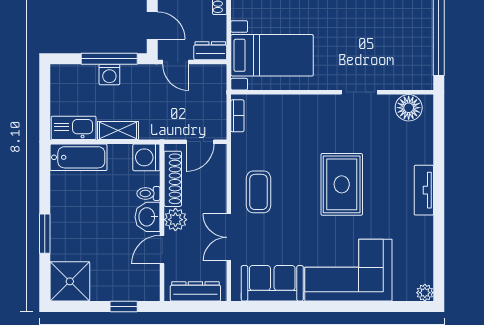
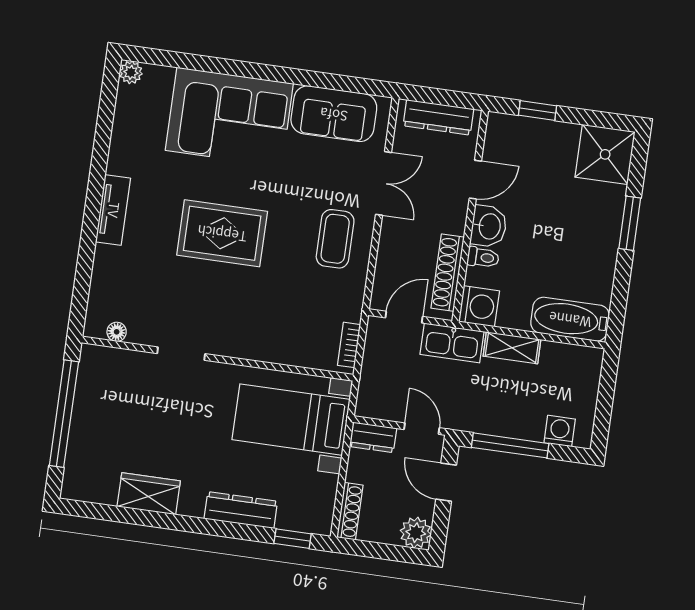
washing machine: (109, 75) -> (560, 431), moved
floor lamp: (409, 108) -> (117, 332), width x0.53, depth x0.53
kitchen sink: (74, 128) -> (452, 343), moved
rug: (342, 184) -> (222, 233), turned 90
plant: (175, 220) -> (452, 217), removed

